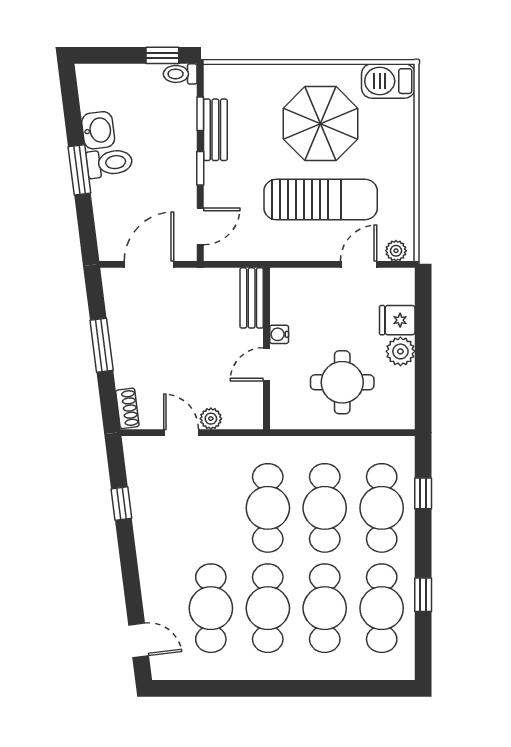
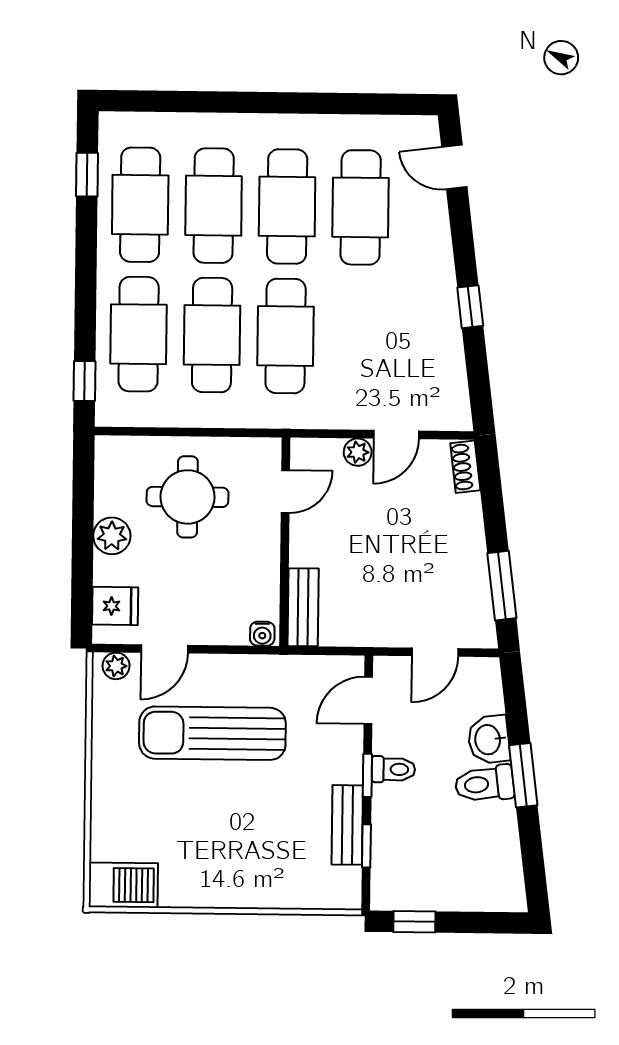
toilet: (180, 74) -> (393, 769), moved
parasol: (321, 124) -> (211, 831), removed
washbasin: (98, 130) -> (489, 740), moved
door: (149, 264) -> (435, 652), width x0.73
fridge: (397, 320) -> (115, 606), moved
water cooler: (279, 334) -> (262, 634), moved, turned 90
window: (102, 345) -> (502, 586), moved
door: (266, 364) -> (285, 491), moved
door: (181, 433) -> (396, 435), hinge flipped
window: (423, 493) -> (85, 381), moved
window: (121, 504) -> (470, 307), moved
window: (423, 595) -> (87, 175), moved

